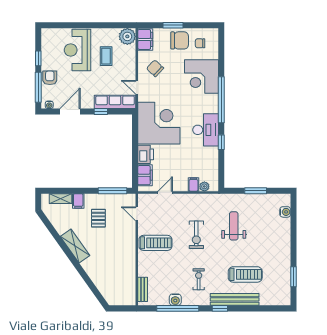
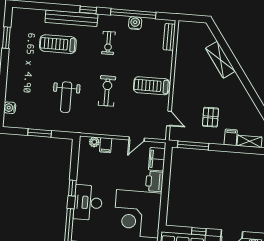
shelving: (75, 246) -> (220, 60), moved

